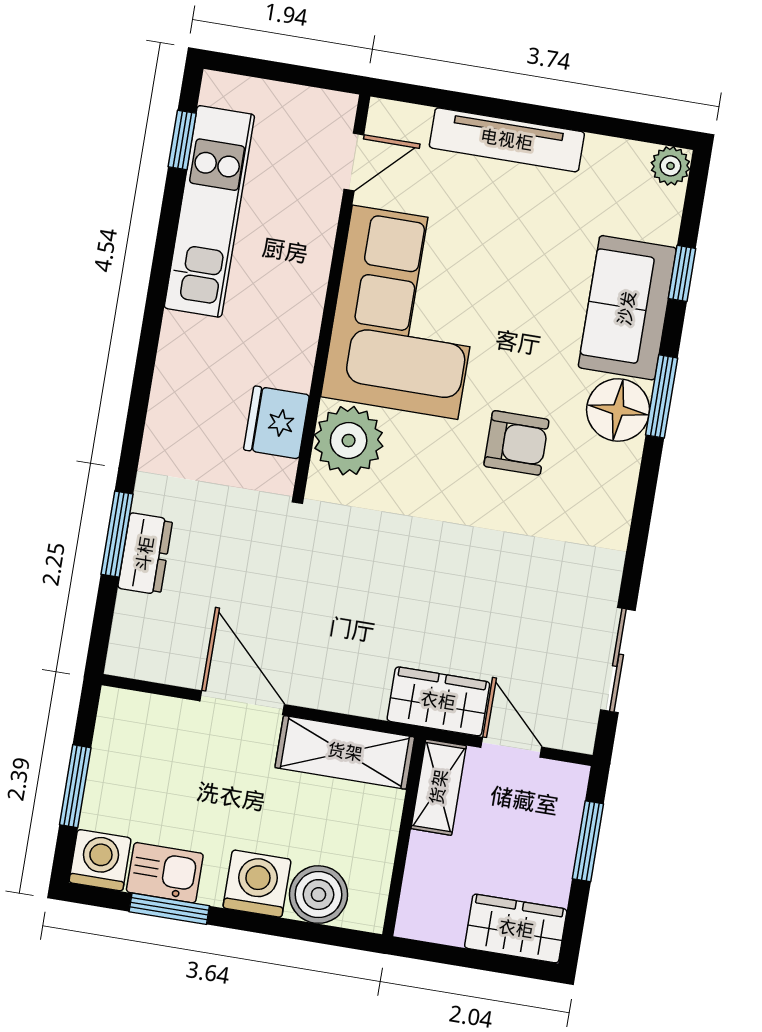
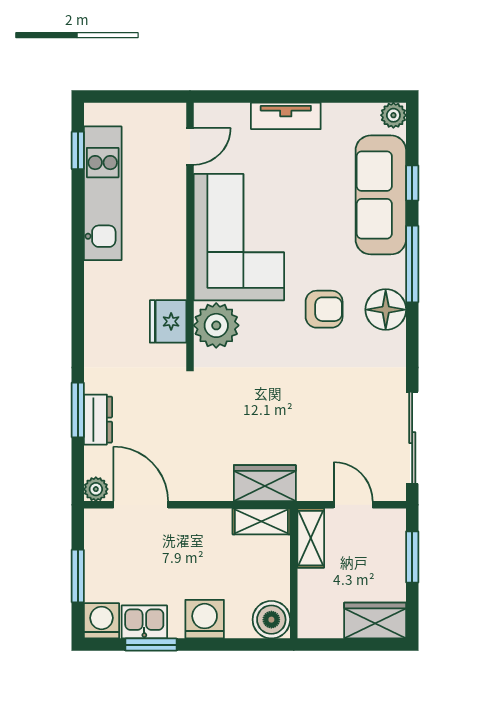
tv unit: (507, 140) -> (286, 116), width x0.71
sofa: (627, 308) -> (381, 195), width x1.36
window: (662, 396) -> (412, 264), width x1.44
floor lamp: (618, 410) -> (386, 310), moved
plant: (125, 659) -> (96, 489), added
sliding door: (618, 660) -> (412, 438), width x1.37
wardrobe: (438, 701) -> (265, 483), moved
door: (242, 703) -> (141, 505), moved
shelving: (345, 752) -> (261, 521), width x0.67, depth x0.75
boiler: (318, 895) -> (271, 620), moved

